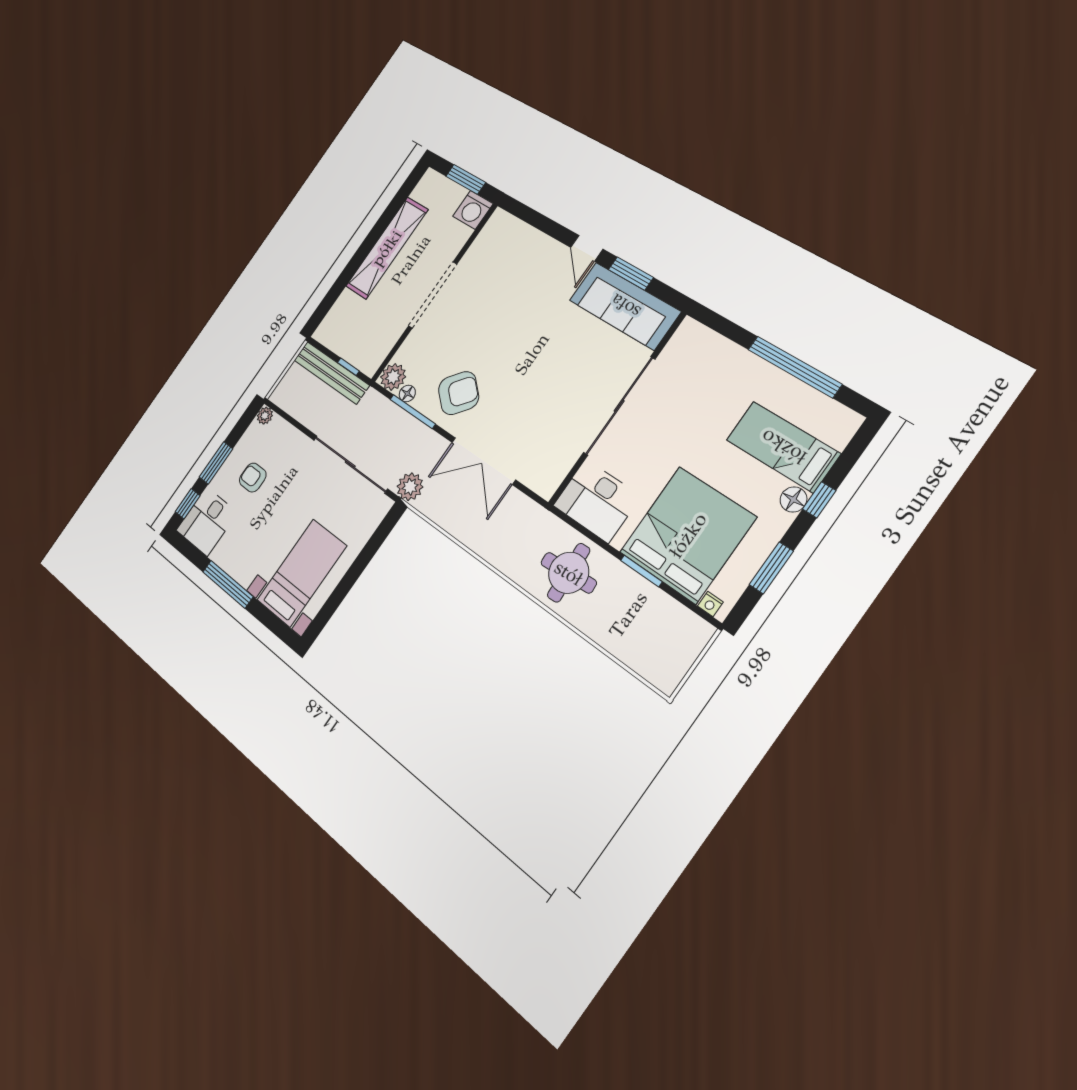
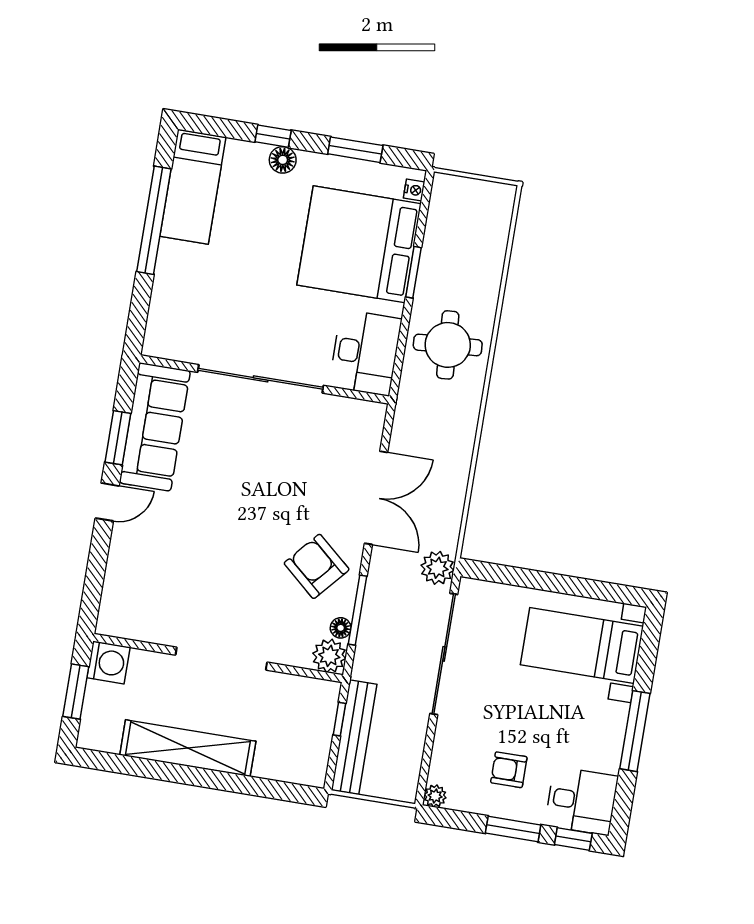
bed: (783, 447) -> (193, 187), moved
armchair: (253, 478) -> (509, 770), turned 90

